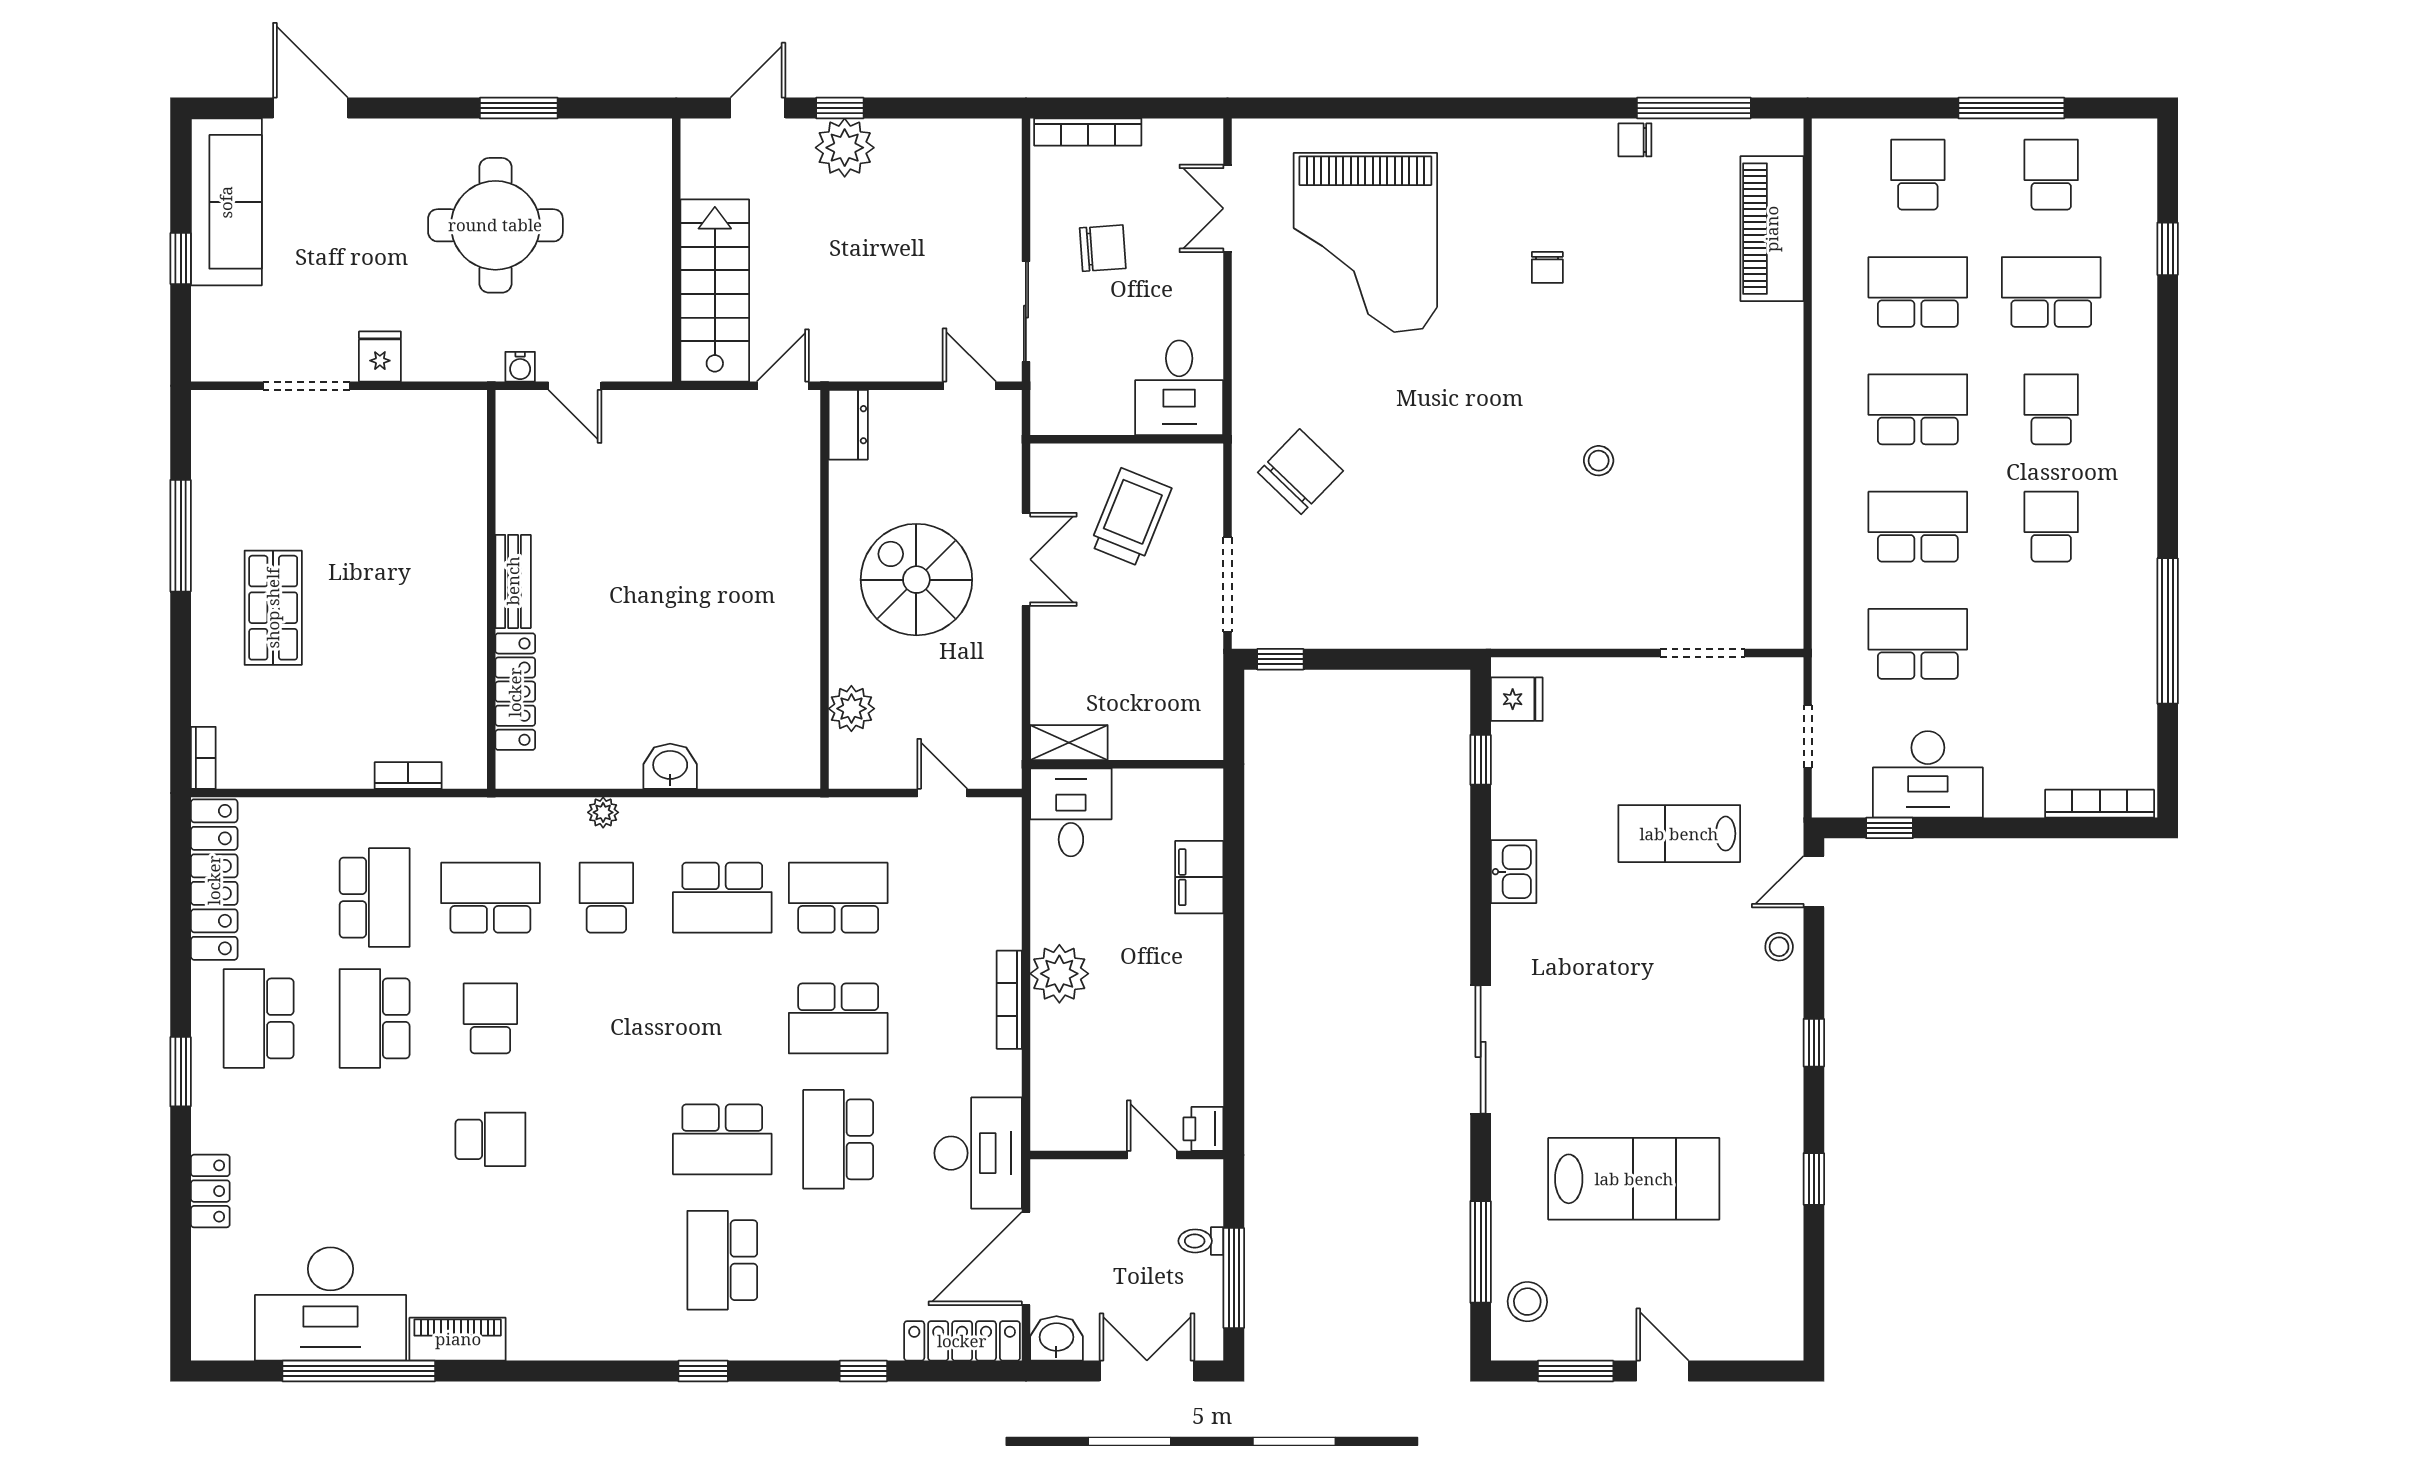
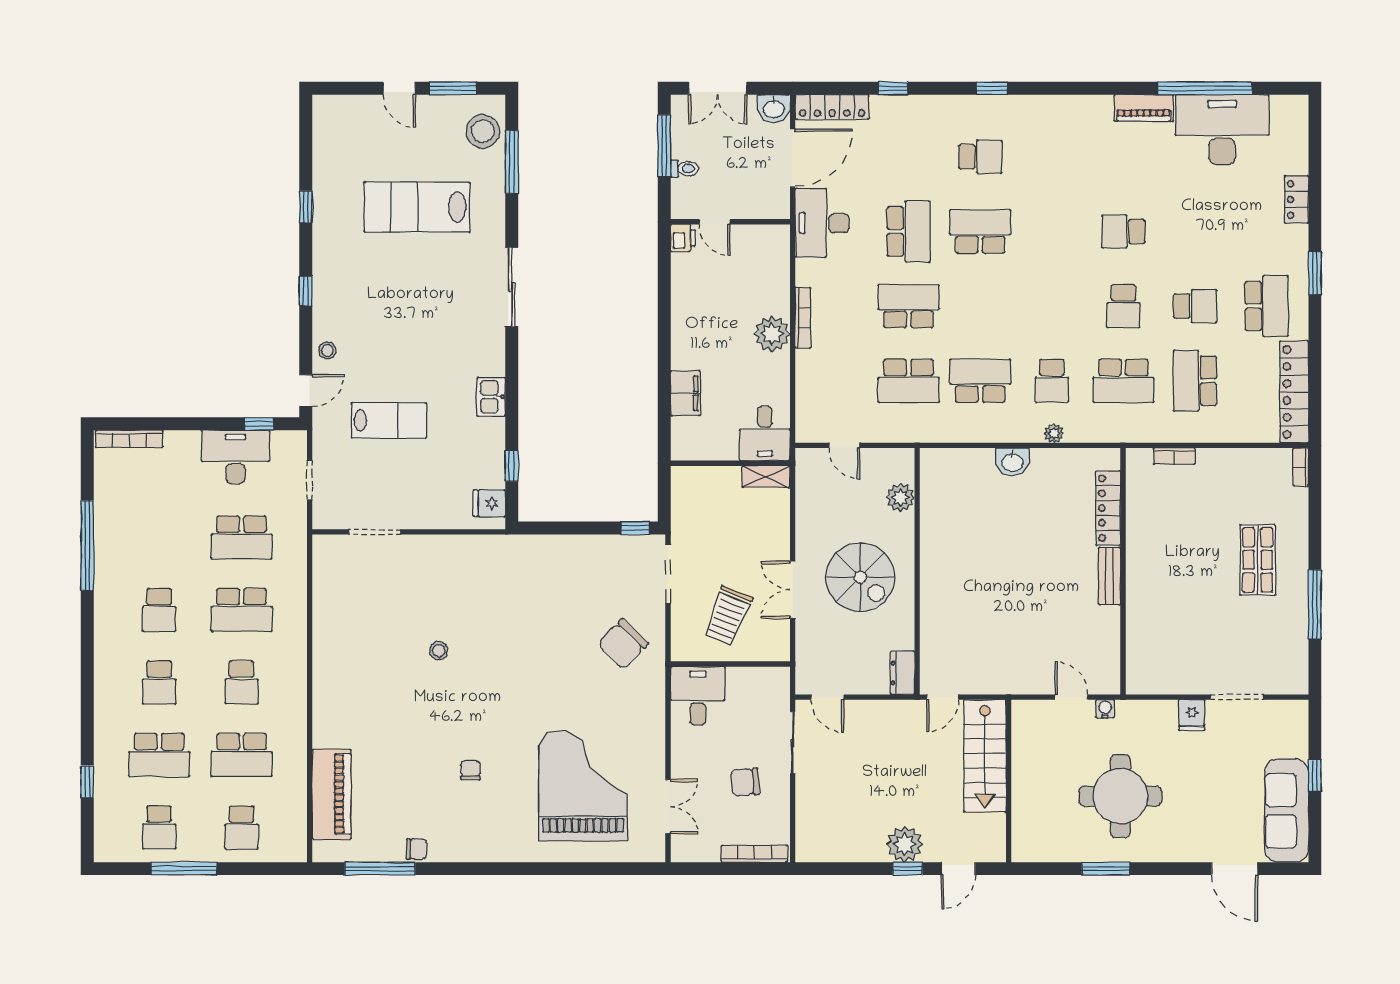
school desk: (1918, 409) -> (242, 682), width x0.54
school desk: (375, 1018) -> (1195, 306), width x0.54
school desk: (722, 1260) -> (980, 157), width x0.54
stool: (1527, 1302) -> (483, 131), width x1.38, depth x1.38

